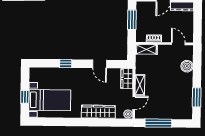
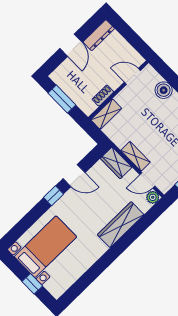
window: (66, 64) -> (54, 196), moved
bed with nightstands: (50, 100) -> (45, 247), moved
door: (134, 103) -> (147, 180), swing flipped

